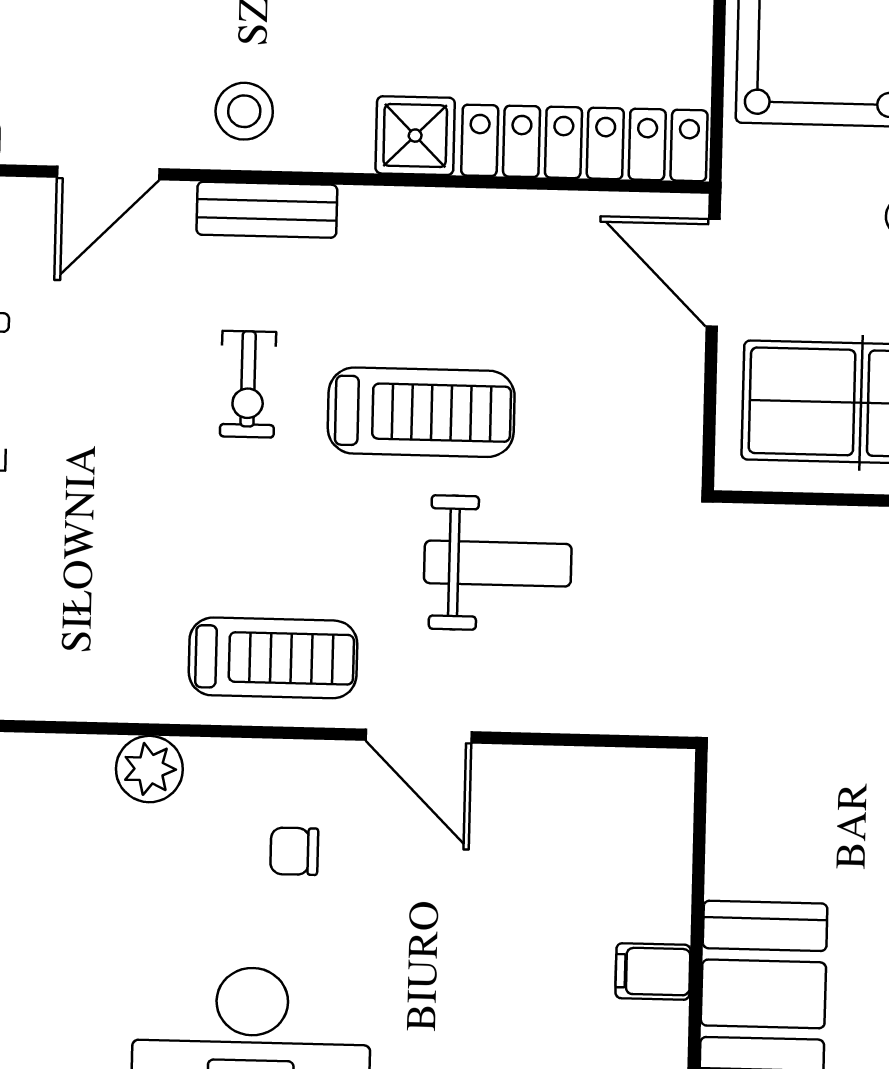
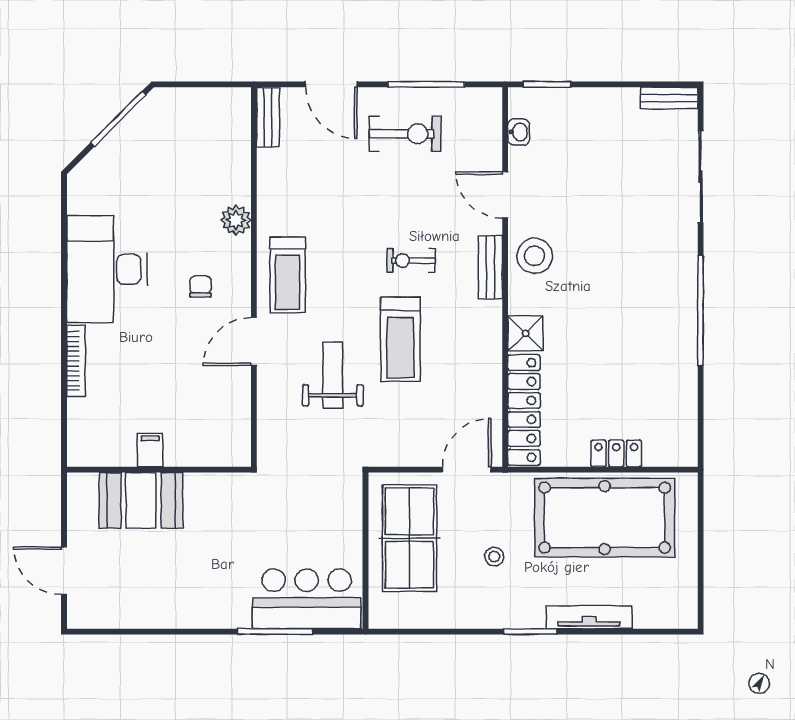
stool: (244, 111) -> (535, 256), width x1.38, depth x1.38
weight bench: (498, 564) -> (333, 375), turned 180

